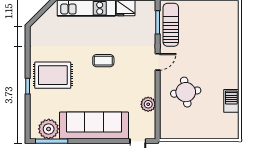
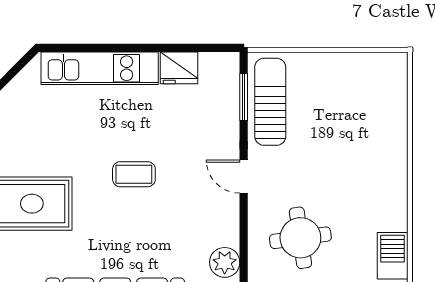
door: (158, 62) -> (244, 177), swing flipped

